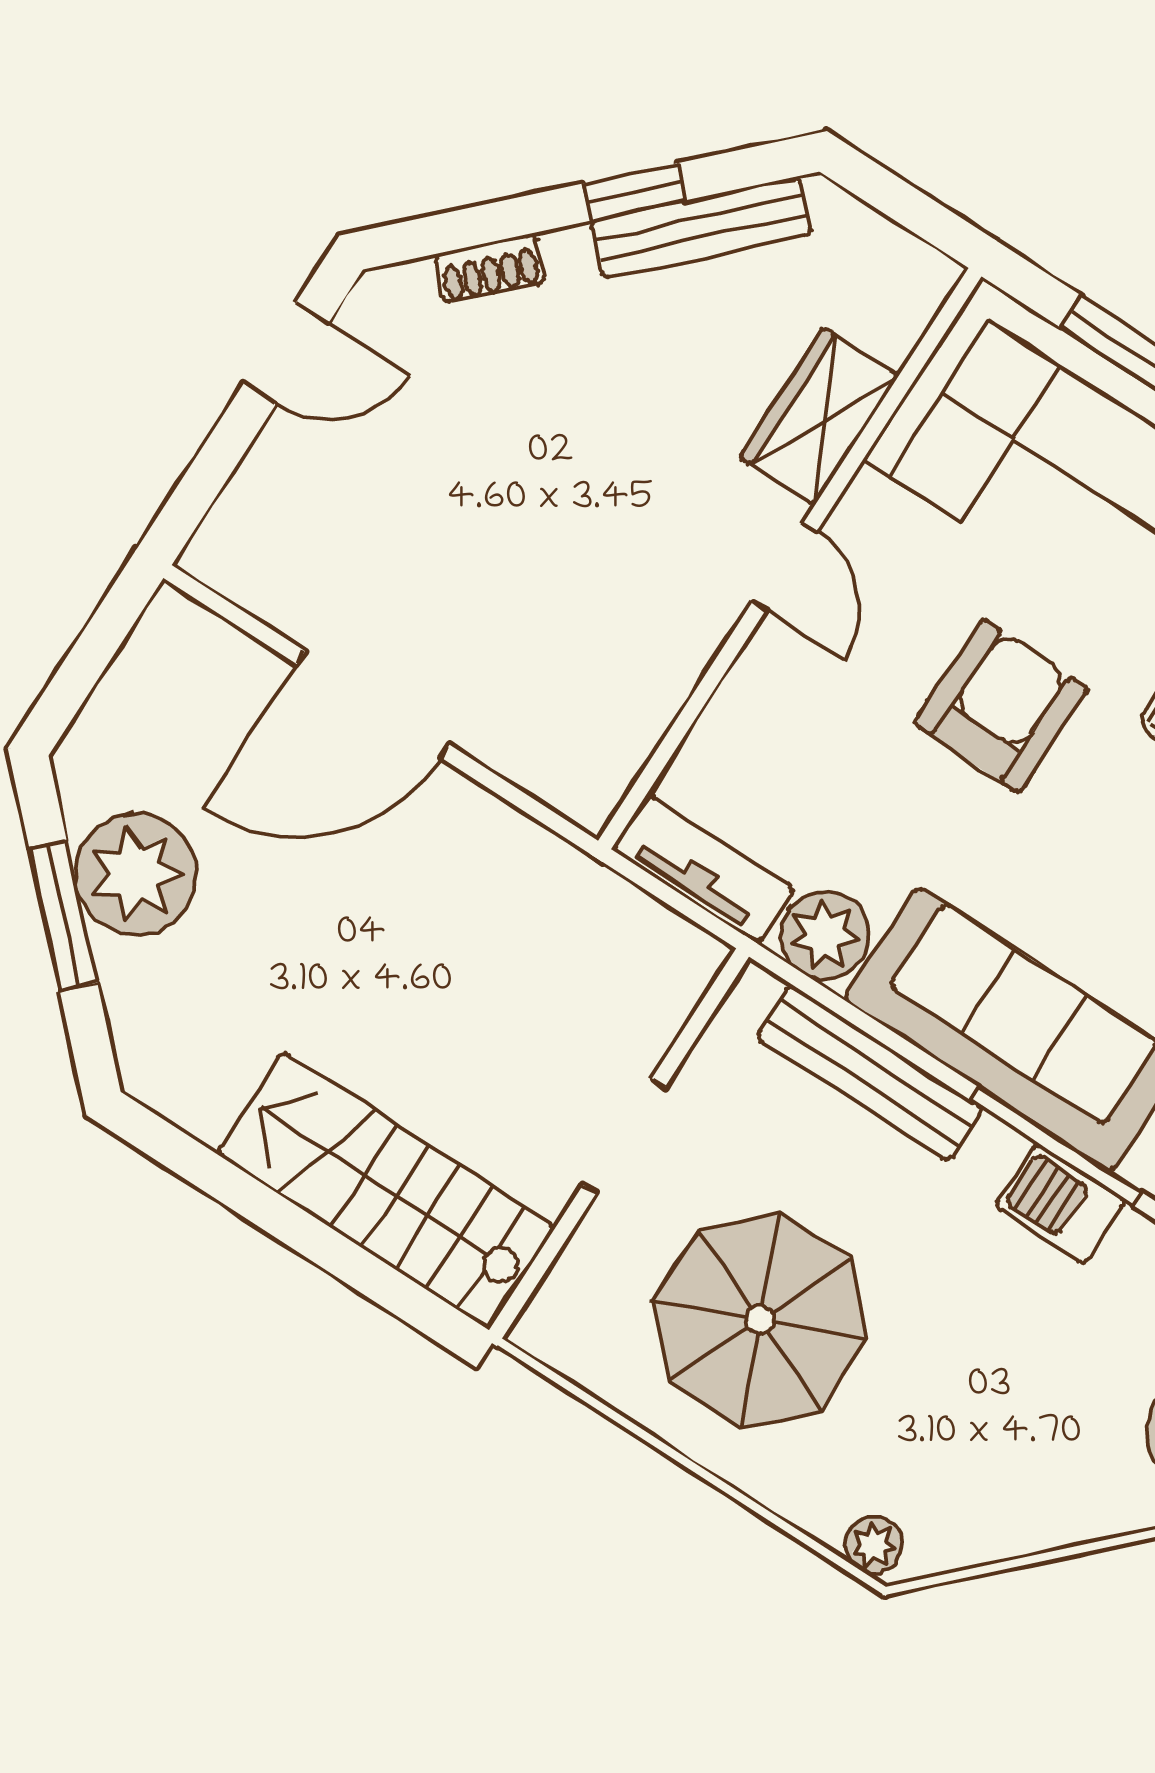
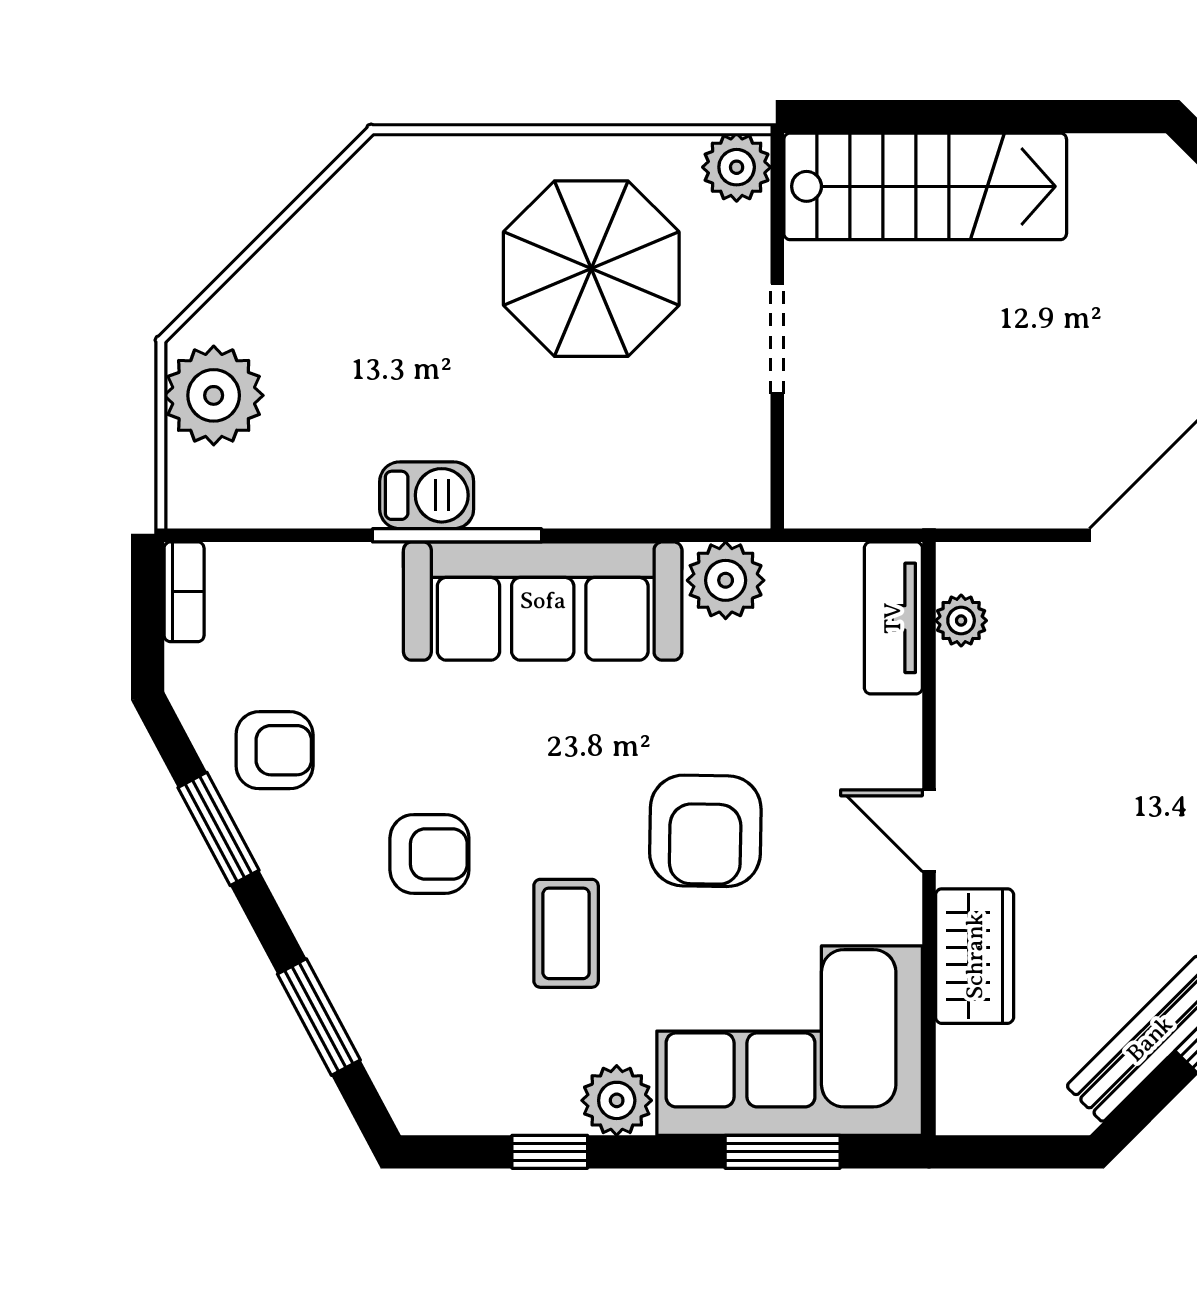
plant: (623, 749) -> (961, 621), added
tv unit: (703, 869) -> (893, 618), moved, turned 90
bench: (870, 1073) -> (628, 501), removed
plant: (874, 1545) -> (737, 167), moved, width x1.38, depth x1.38

